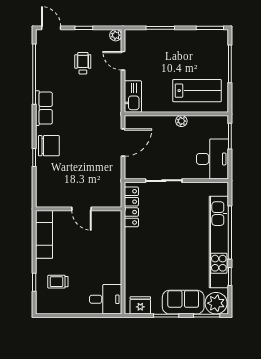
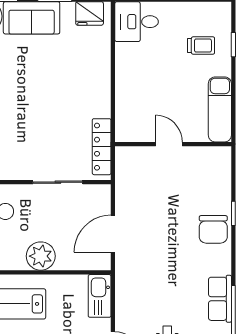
row of seats: (44, 108) -> (220, 299), moved
plant: (181, 121) -> (41, 256), width x1.88, depth x1.88
chair: (49, 146) -> (213, 229), turned -90

